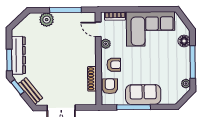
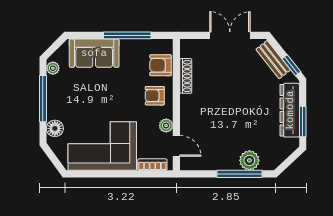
window: (65, 10) -> (240, 174), moved
window: (9, 60) -> (303, 122), moved
armchair: (110, 86) -> (161, 65), turned 90
sofa: (143, 95) -> (94, 53), moved

